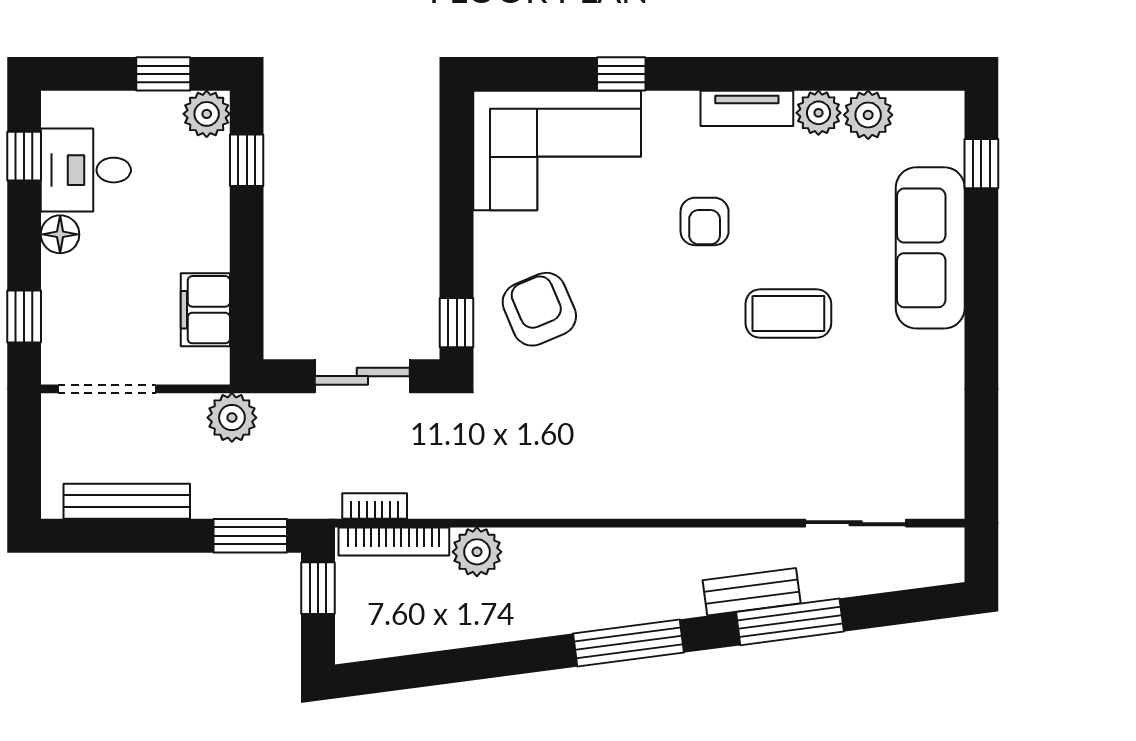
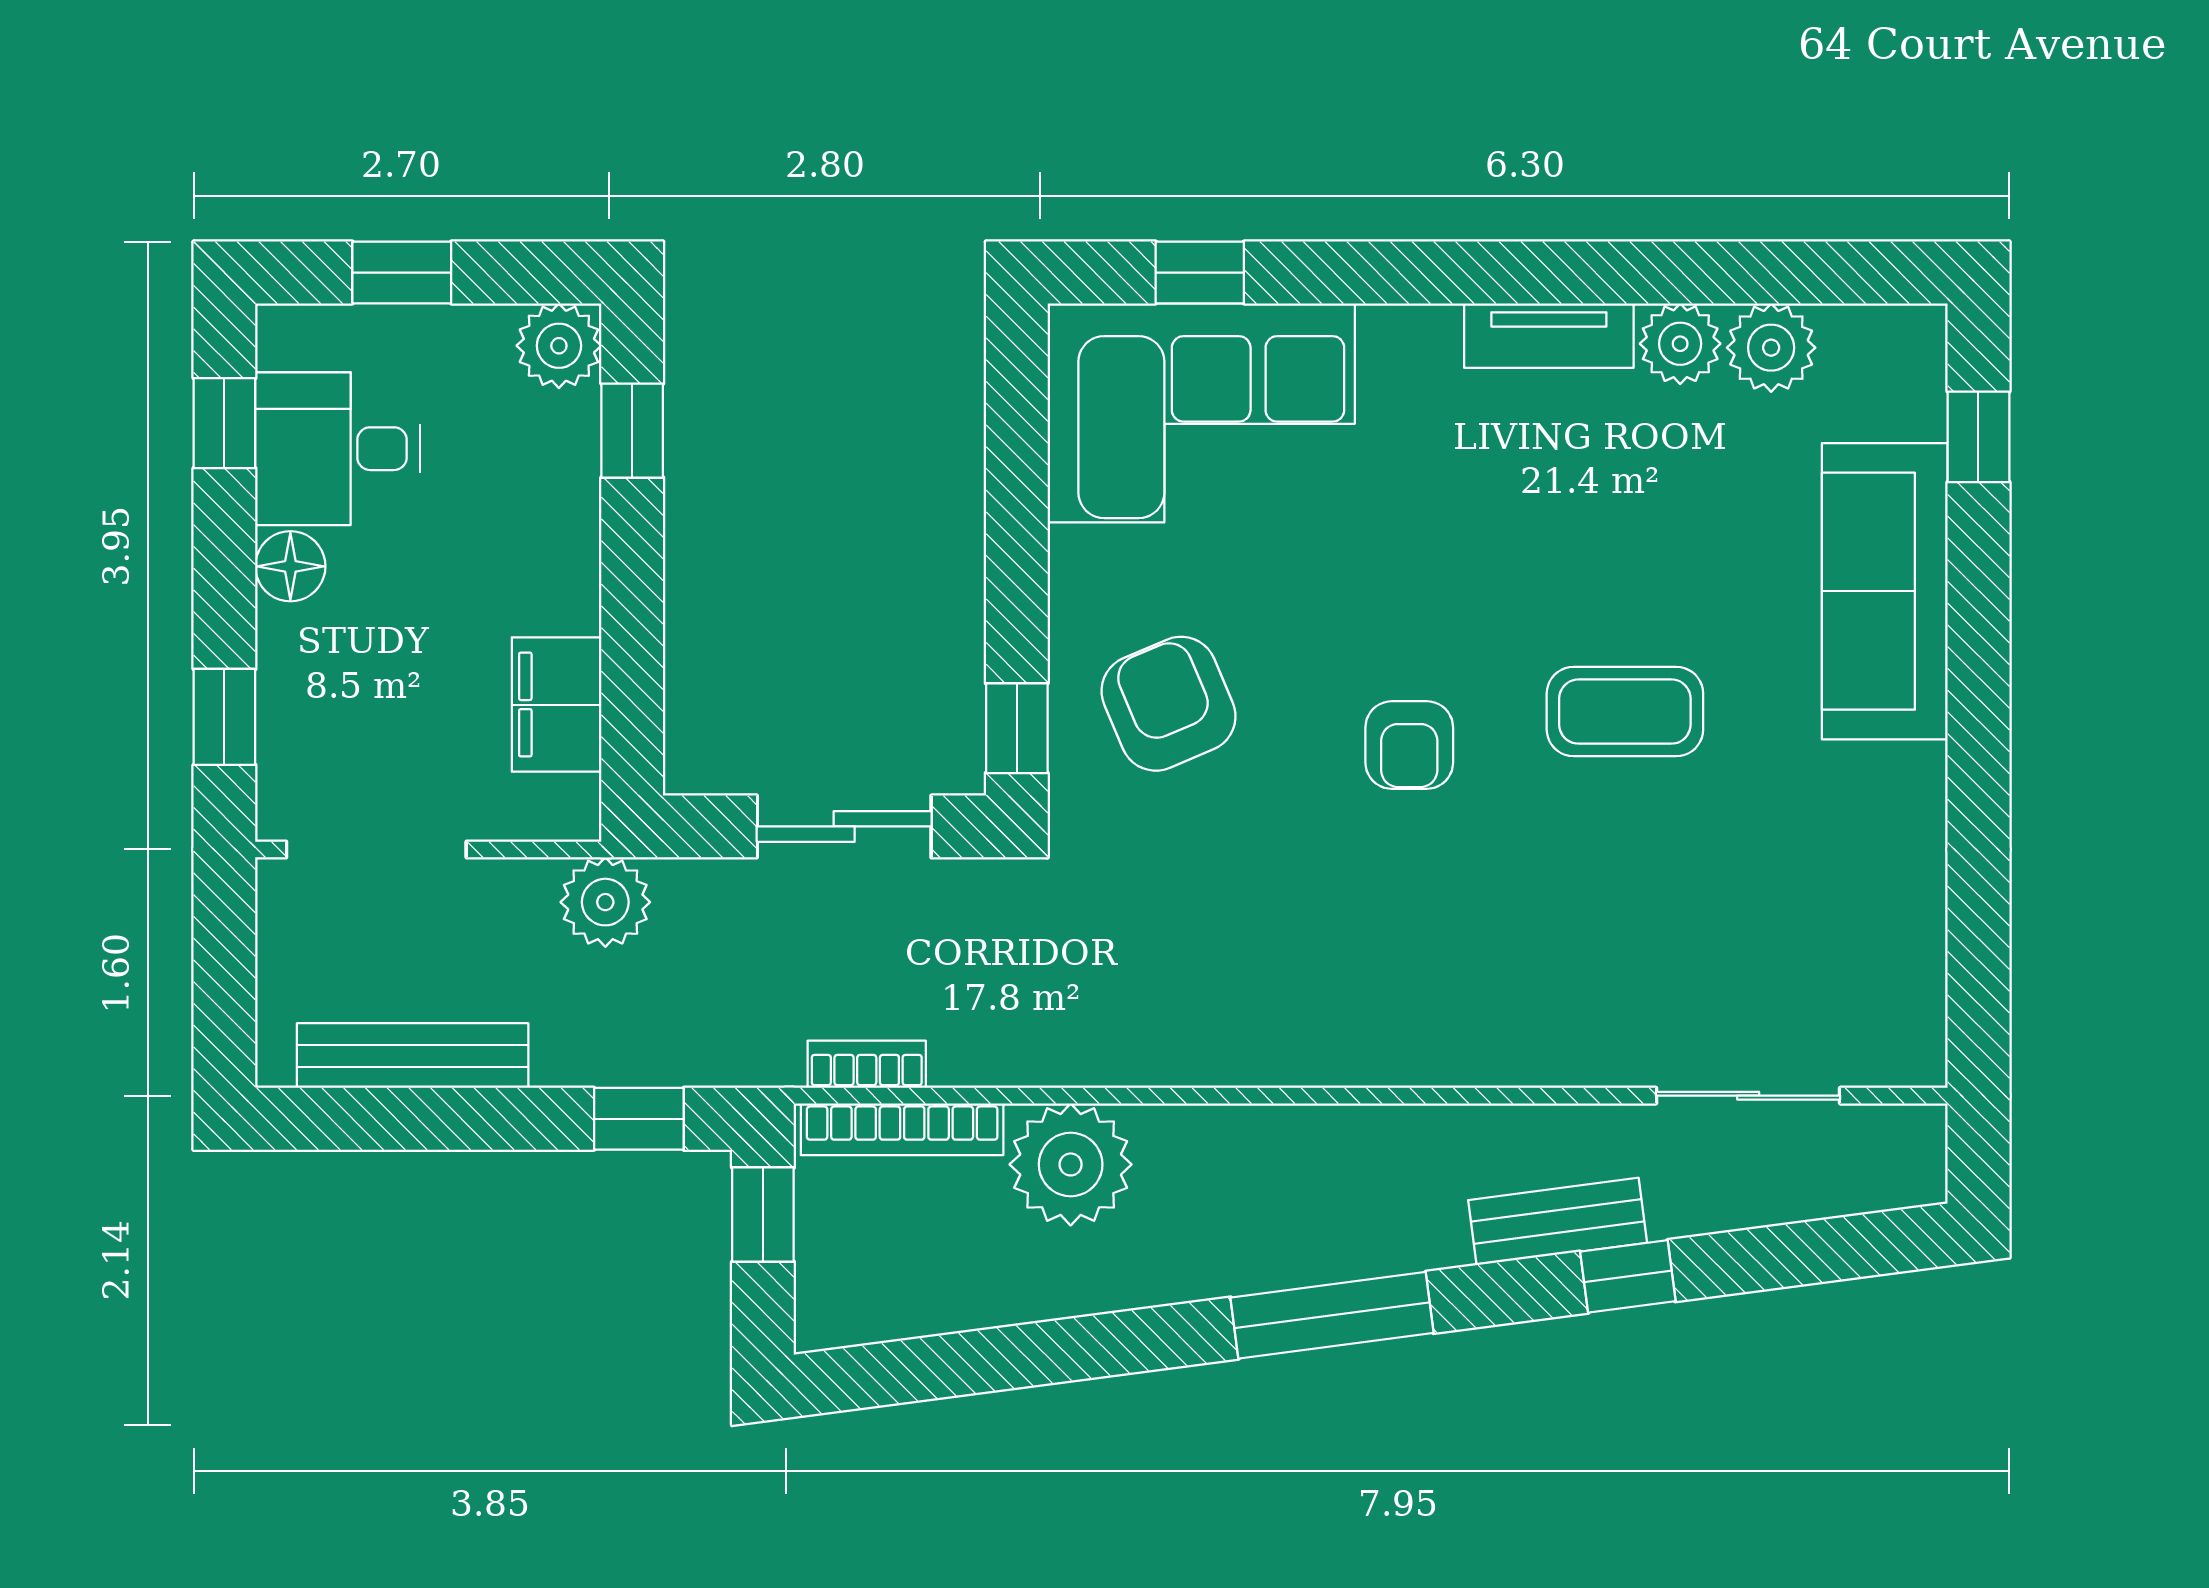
window: (163, 74) -> (402, 273), moved
window: (621, 74) -> (1200, 273), moved
armchair: (705, 221) -> (1409, 745), moved
window: (250, 536) -> (639, 1119), width x0.67
plant: (477, 552) -> (1071, 1164), width x1.36, depth x1.36
window: (790, 622) -> (1628, 1276), width x0.46

